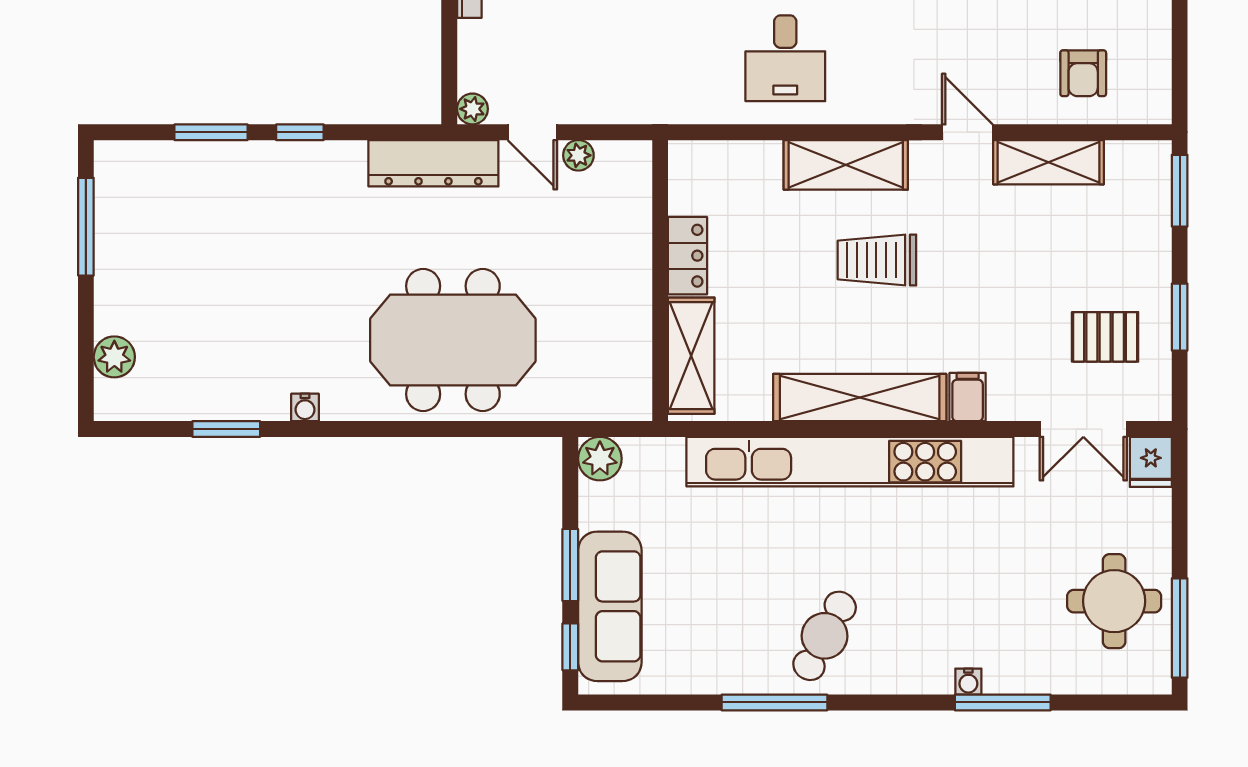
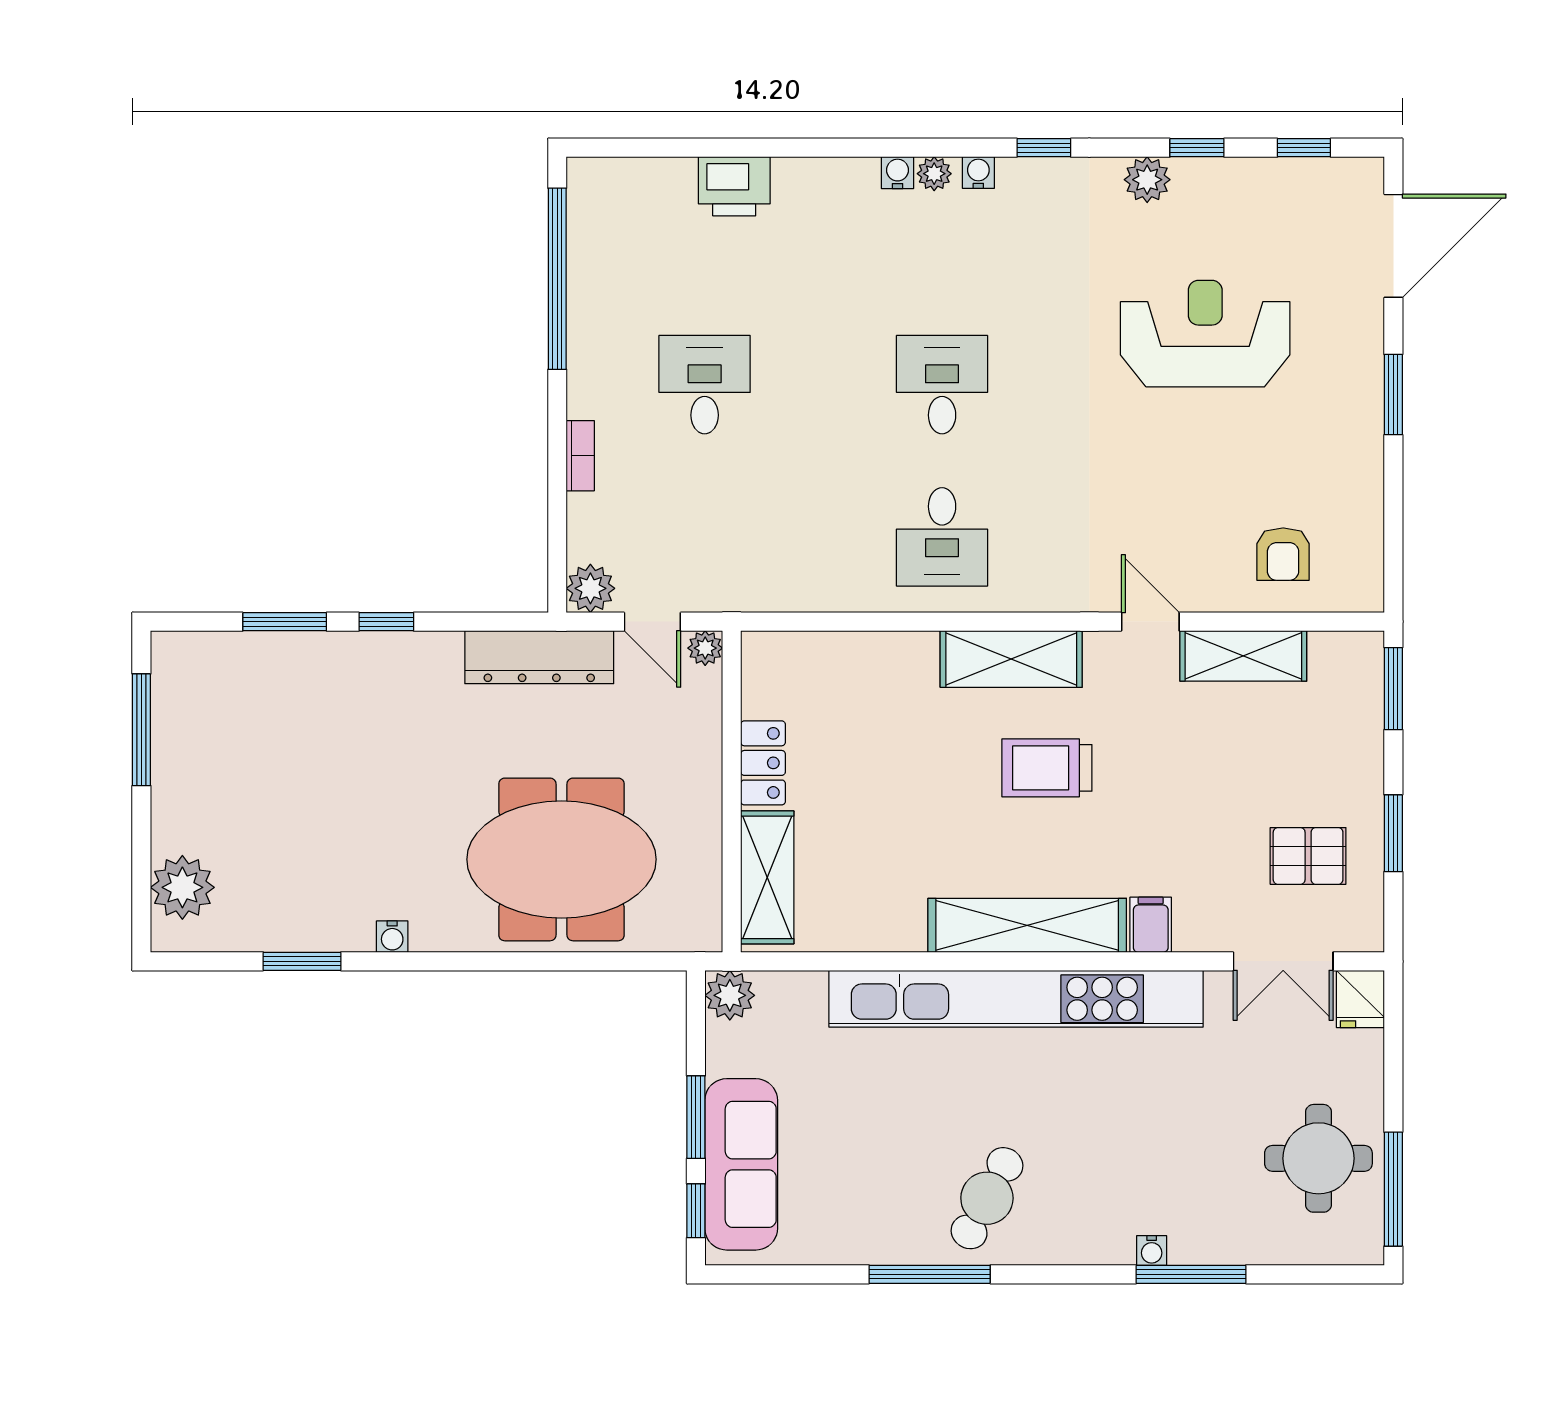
plant: (472, 109) -> (590, 588), width x1.38, depth x1.38
locker: (687, 256) -> (763, 763), moved
wall: (660, 281) -> (732, 791), moved
shelving: (691, 356) -> (767, 877), moved
plant: (114, 357) -> (182, 887), width x1.36, depth x1.36

